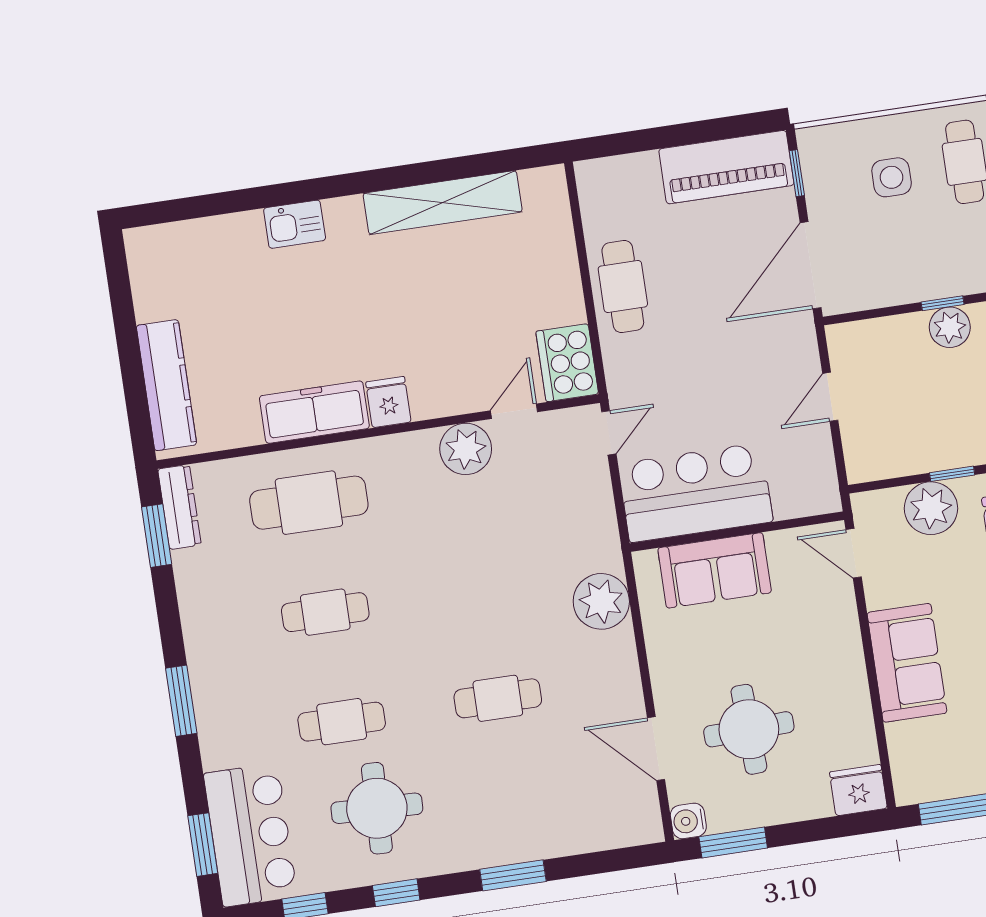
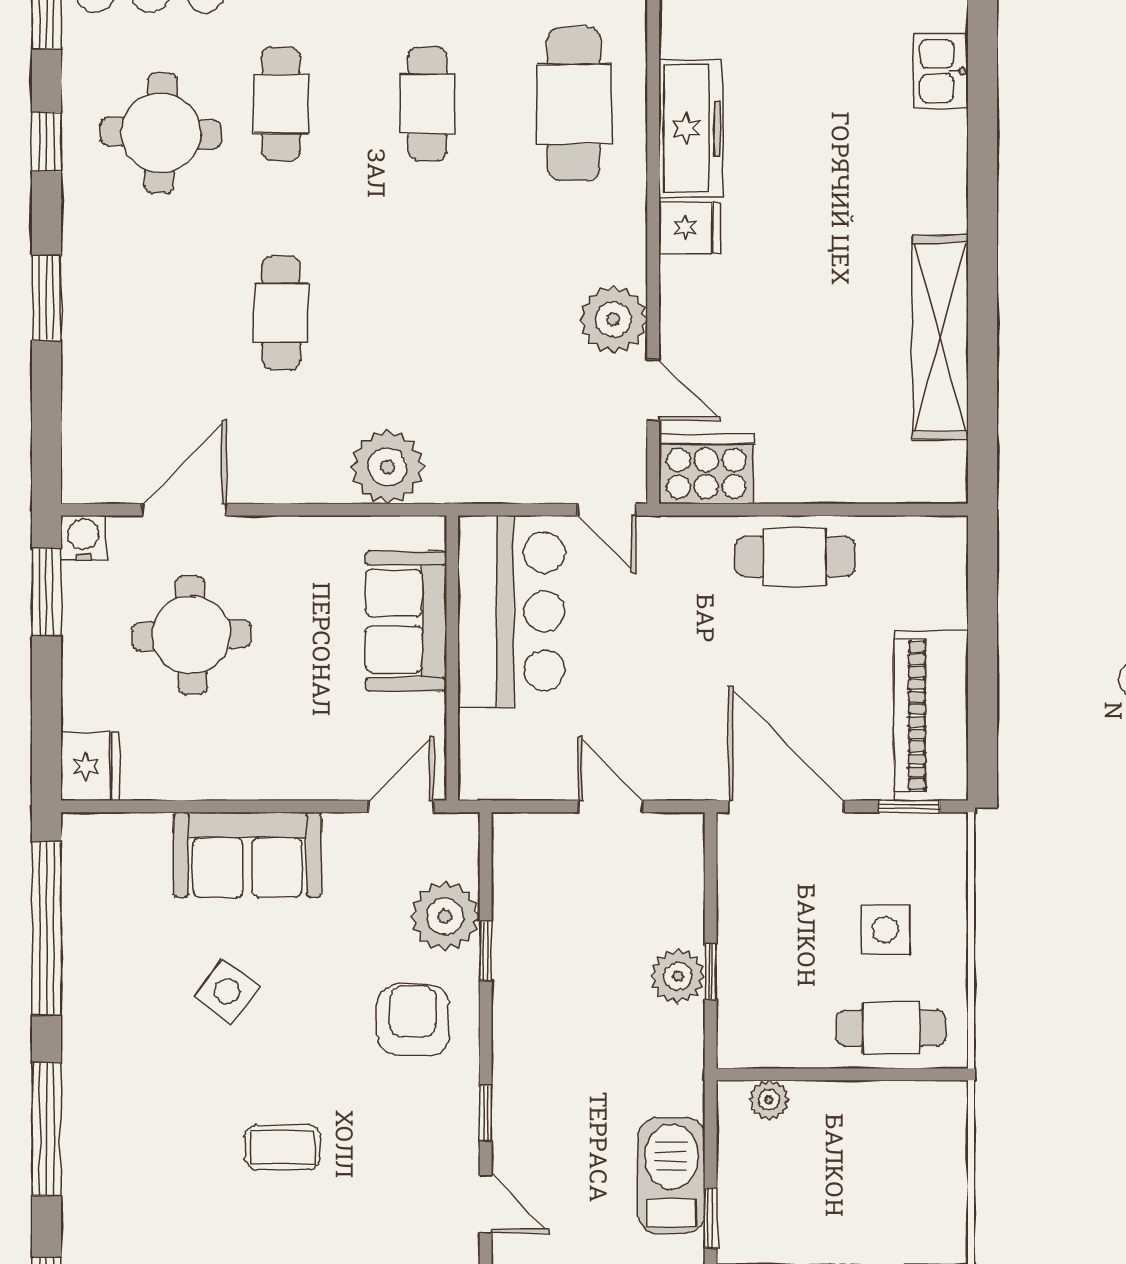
kitchen sink: (295, 224) -> (941, 71), moved

